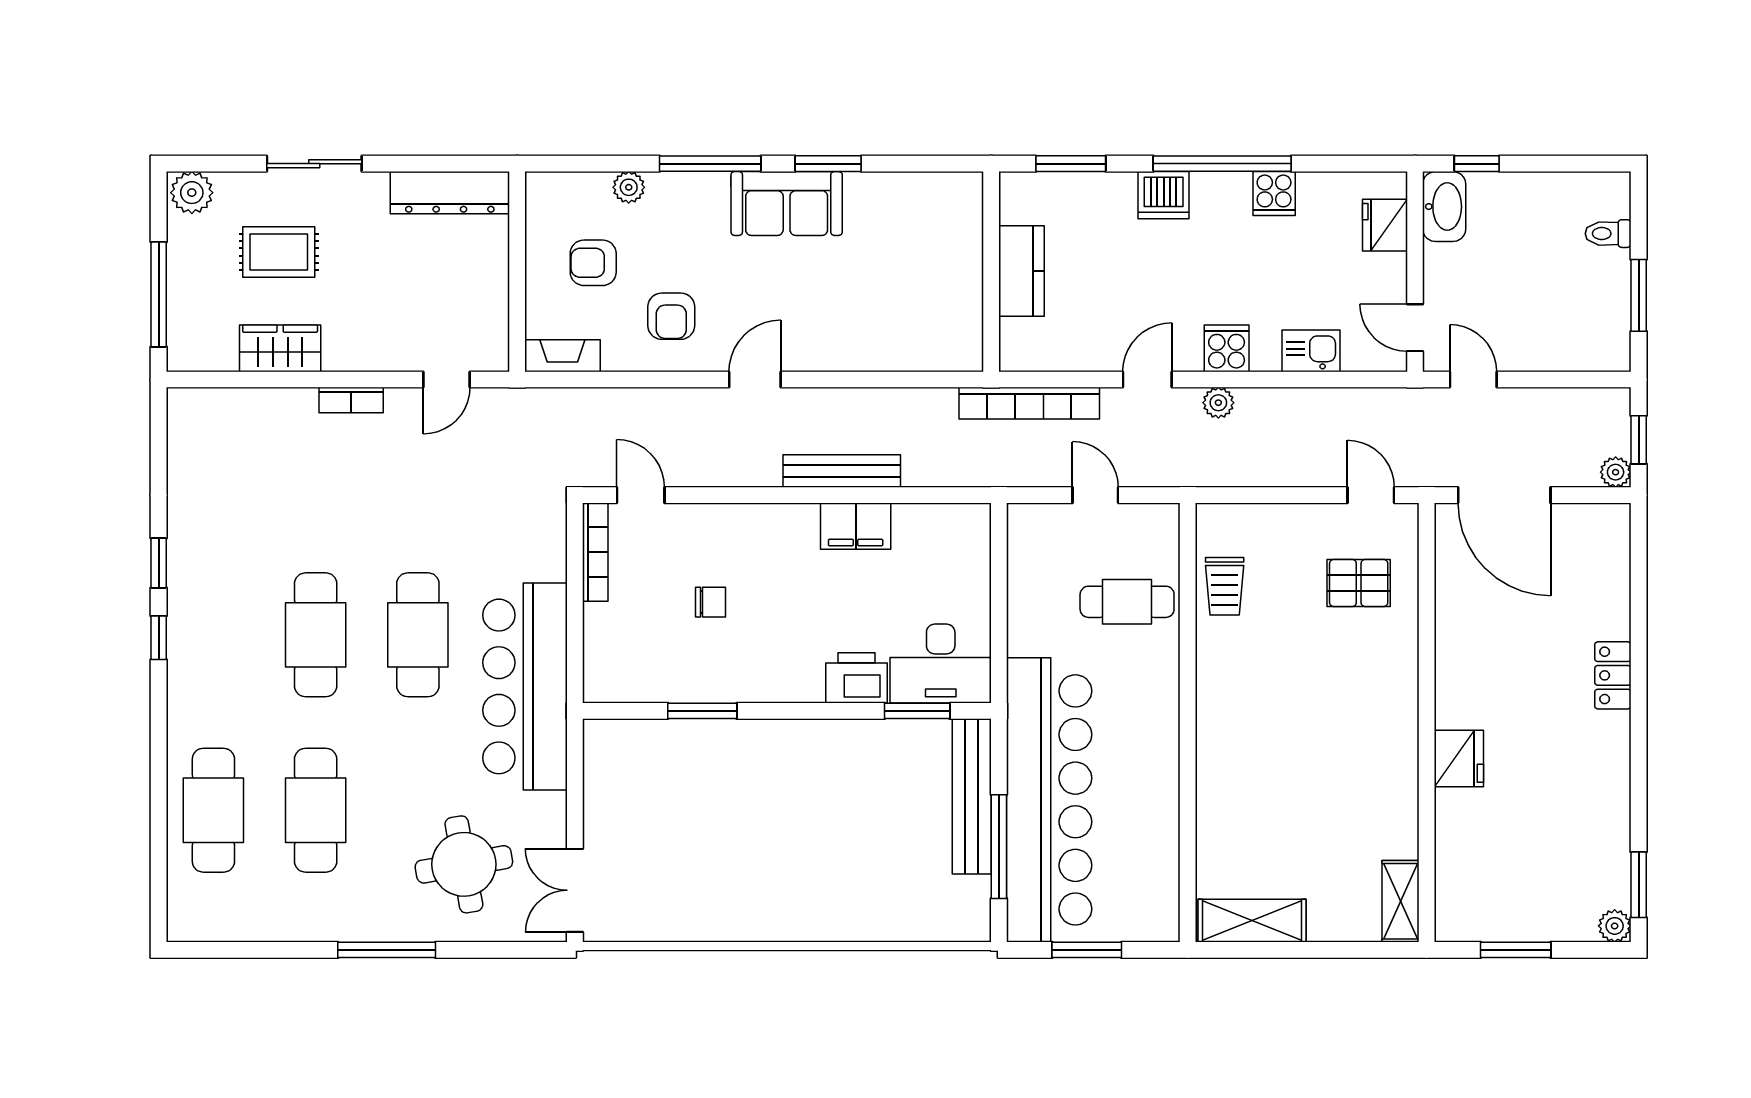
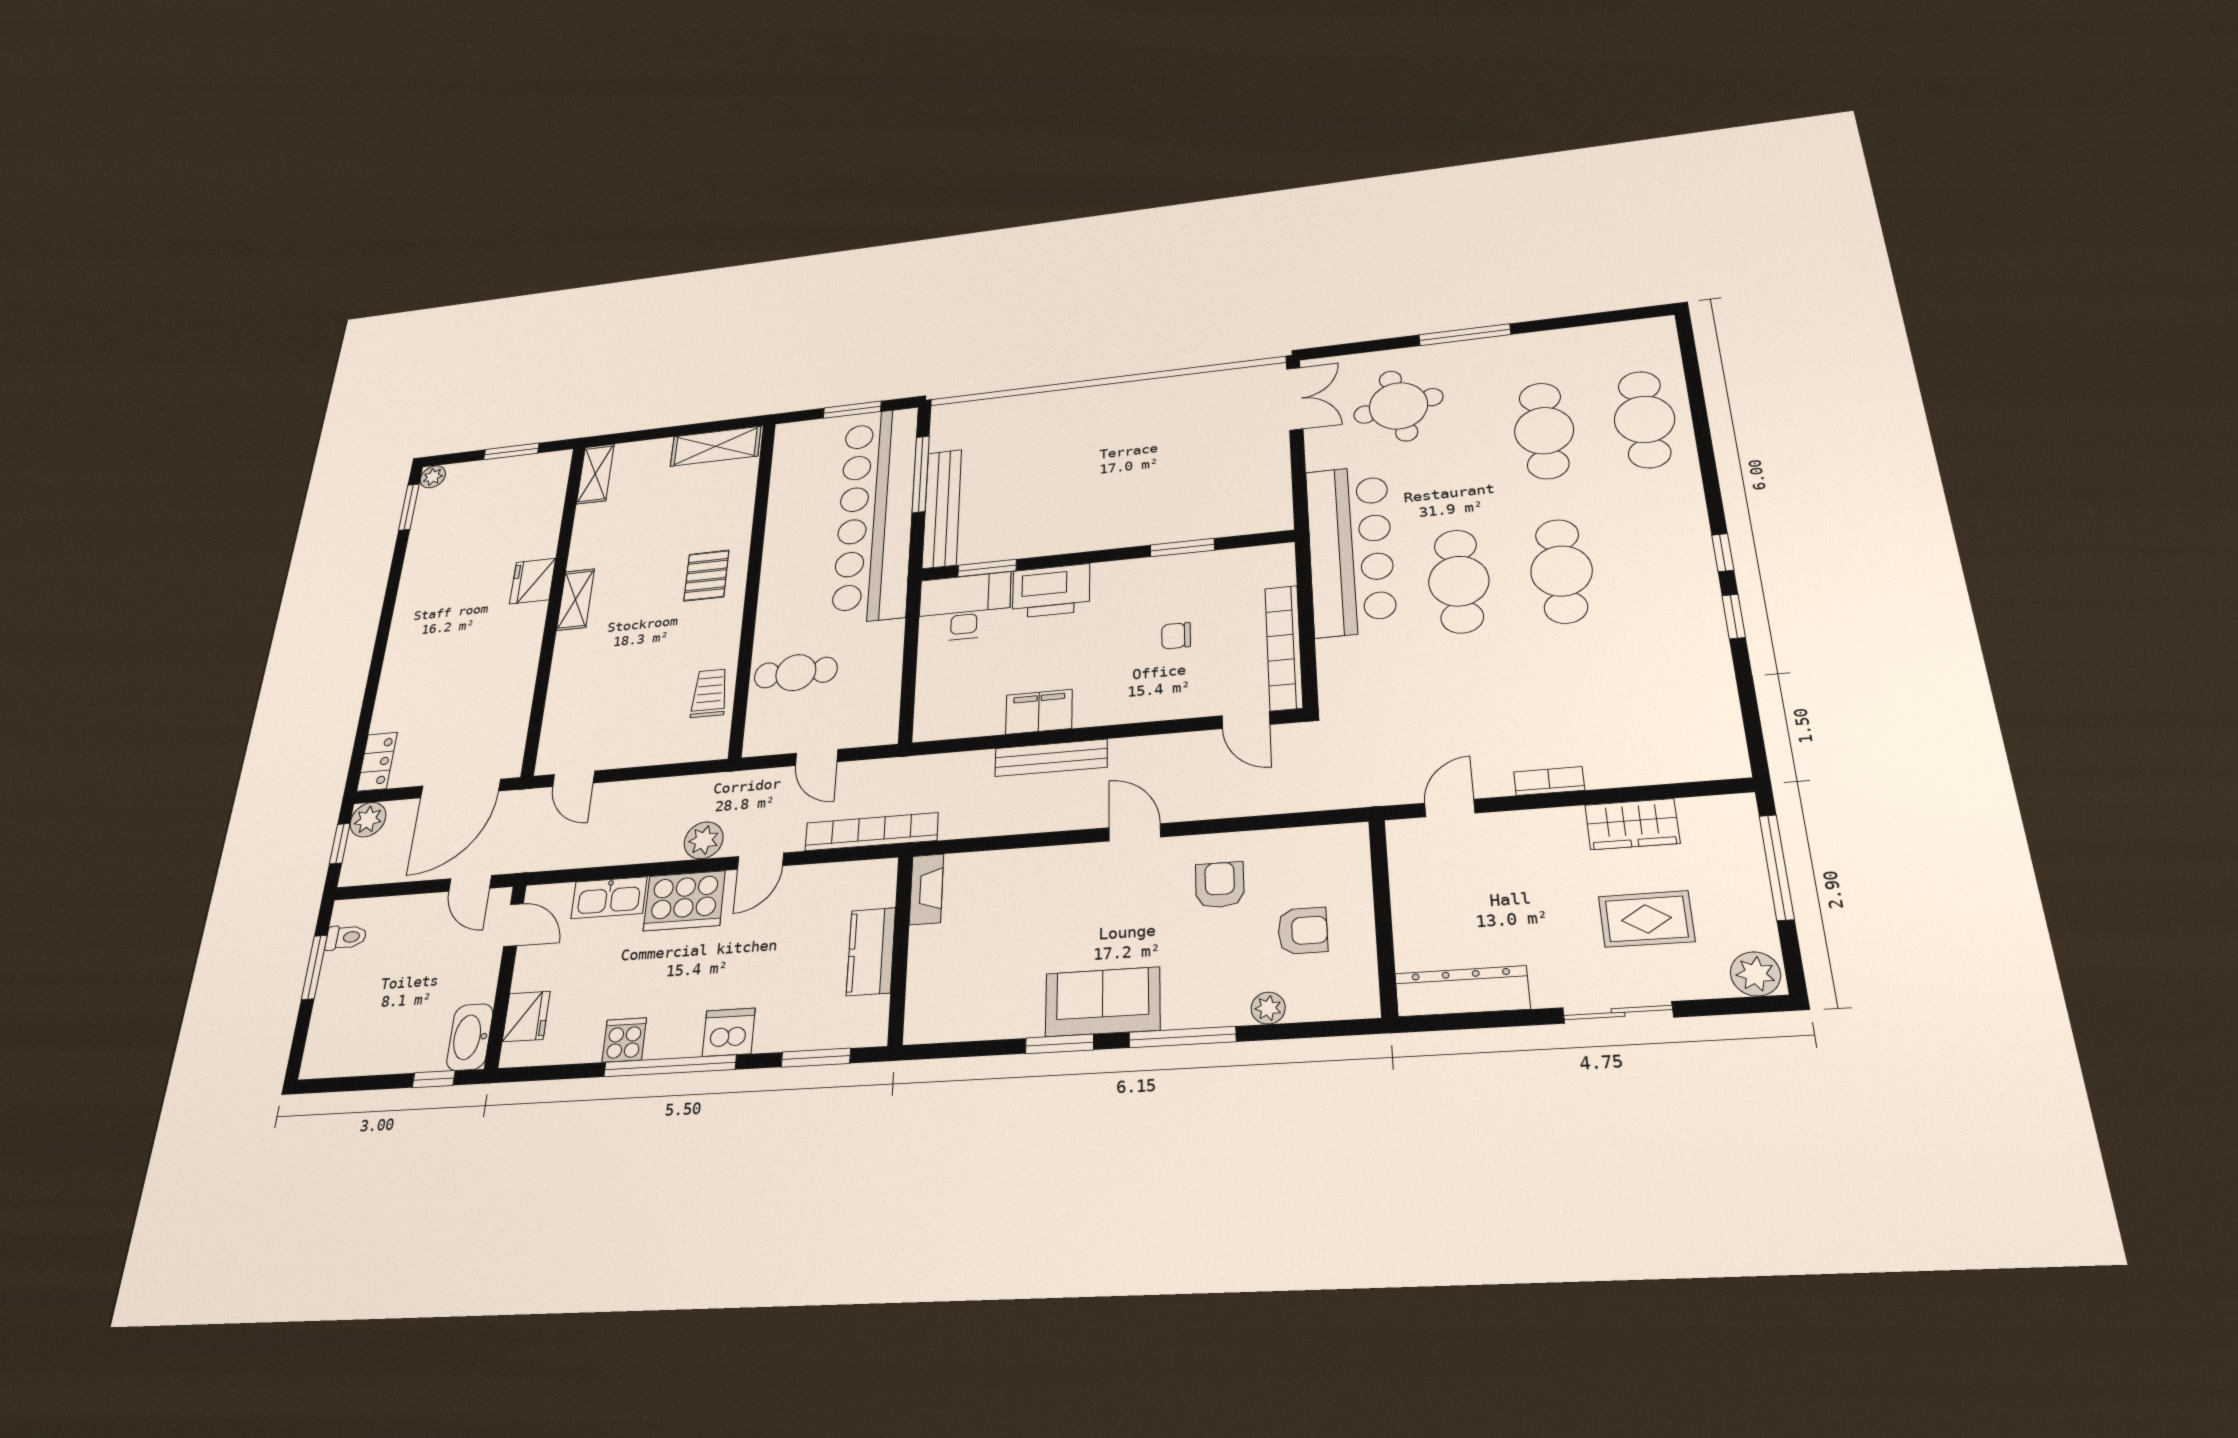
toilet: (1608, 234) -> (346, 937), moved
cooker: (1227, 348) -> (684, 901), width x1.87, depth x1.31
kitchen sink: (1311, 351) -> (609, 898), width x1.38
fireplace: (562, 356) -> (927, 889), moved, turned -90
door: (755, 380) -> (1135, 832), swing flipped
plant: (1218, 403) -> (704, 840), width x1.38, depth x1.38
plant: (1616, 472) -> (368, 820), width x1.38, depth x1.38
door: (1504, 495) -> (460, 789), swing flipped
bookcase: (595, 552) -> (1284, 648), width x1.48, depth x1.31
pallet: (1359, 583) -> (706, 576), moved, turned 90
locker: (1613, 675) -> (377, 762), moved
printer: (857, 678) -> (1051, 591), width x1.37, depth x1.19
shelving: (1401, 727) -> (576, 599), added

